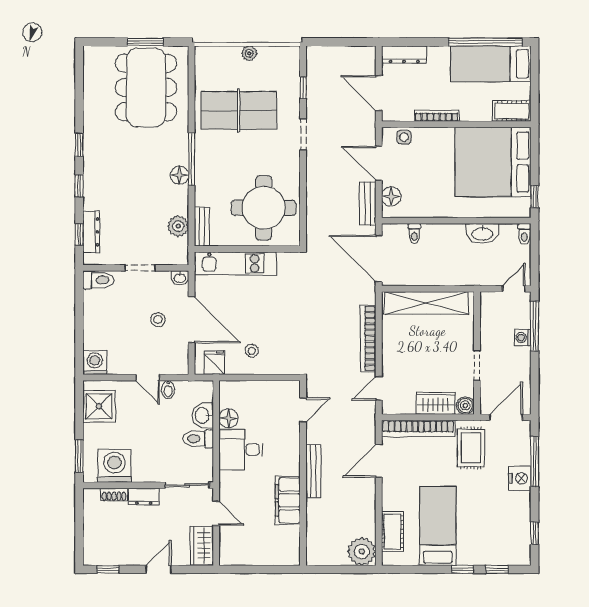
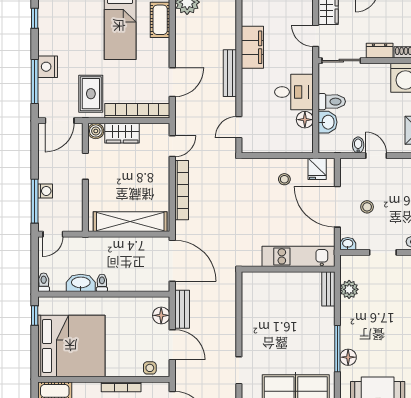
floor lamp: (179, 175) -> (348, 357), moved
round table: (264, 208) -> (274, 306), removed
toilet: (414, 233) -> (102, 283), moved

